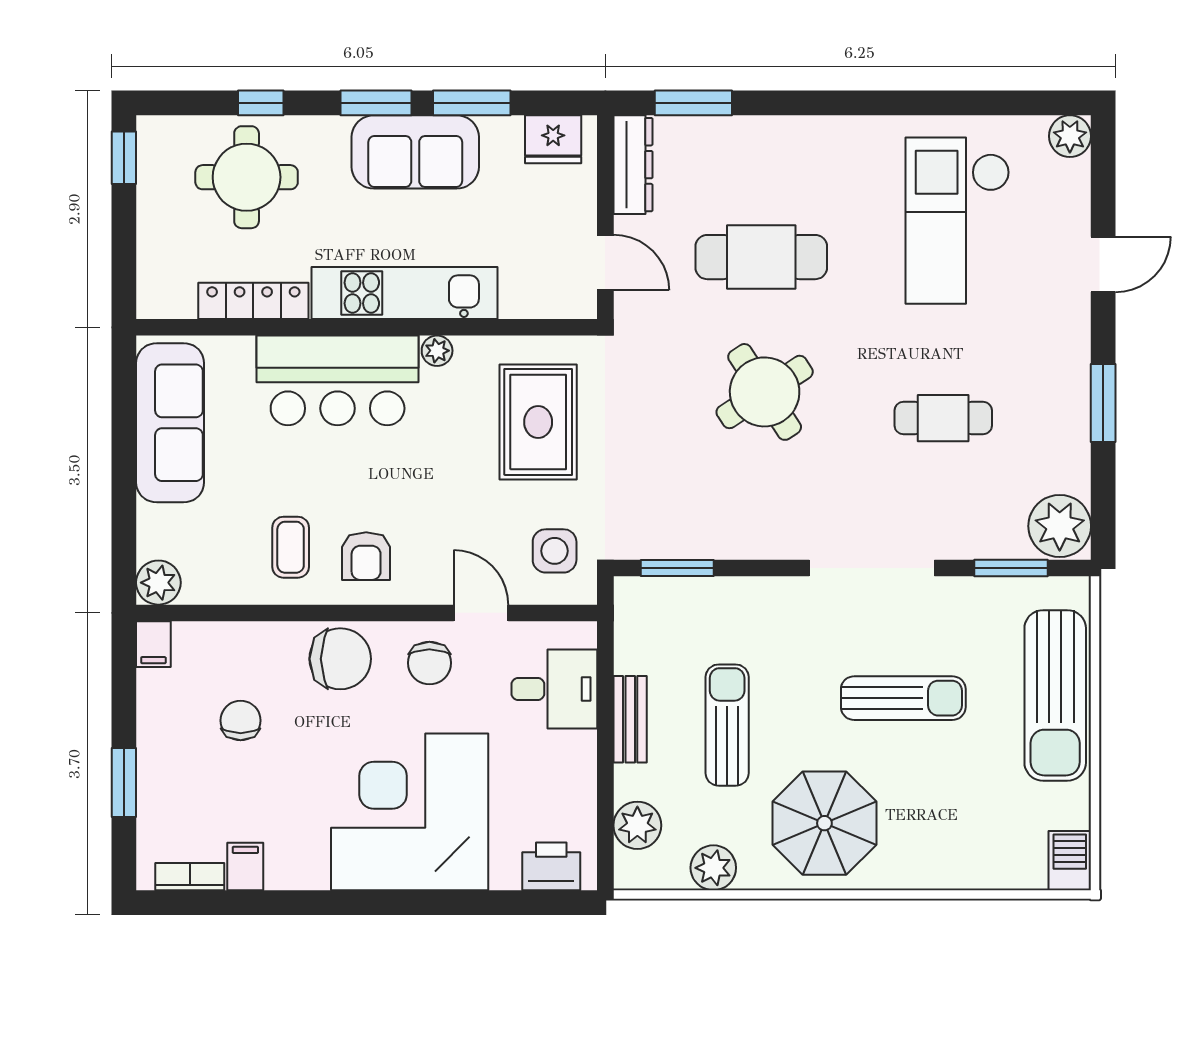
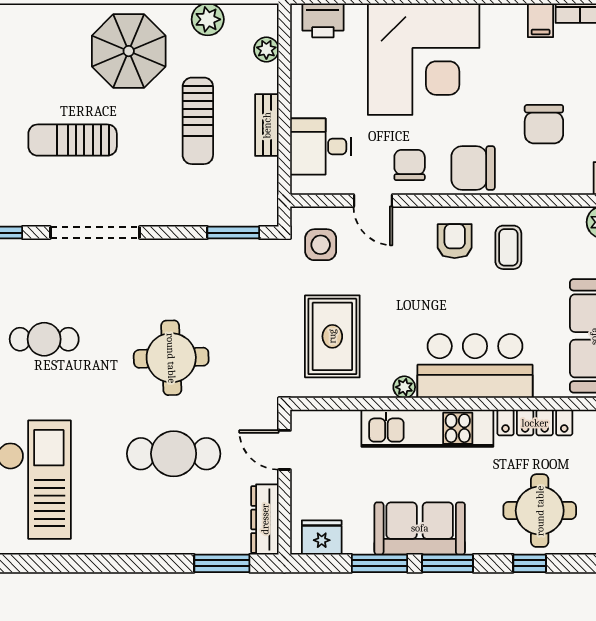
round table: (765, 392) -> (171, 358), turned 31
chair: (241, 720) -> (544, 124), width x1.37, depth x1.37
plant: (637, 825) -> (266, 50), width x0.73, depth x0.73

